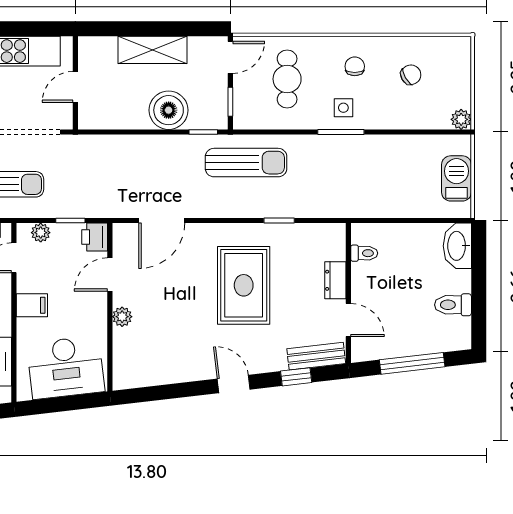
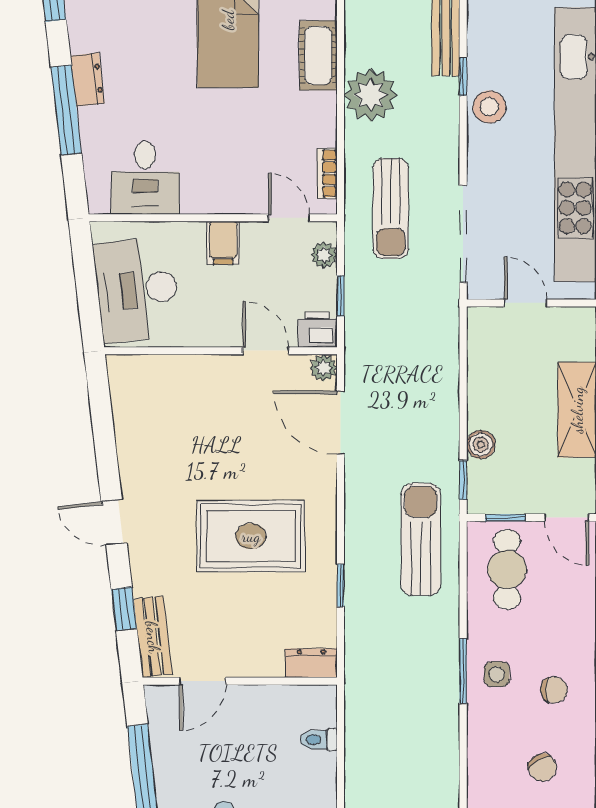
cafe table: (287, 79) -> (507, 569), moved, turned 90
boiler: (169, 110) -> (481, 444), width x0.54, depth x0.54
sun lounger: (246, 163) -> (421, 539), turned 180
toilet: (364, 253) -> (319, 740), moved, turned 90
dresser: (335, 280) -> (311, 663), moved
plant: (122, 317) -> (323, 368), moved
door: (234, 384) -> (114, 522), swing flipped

